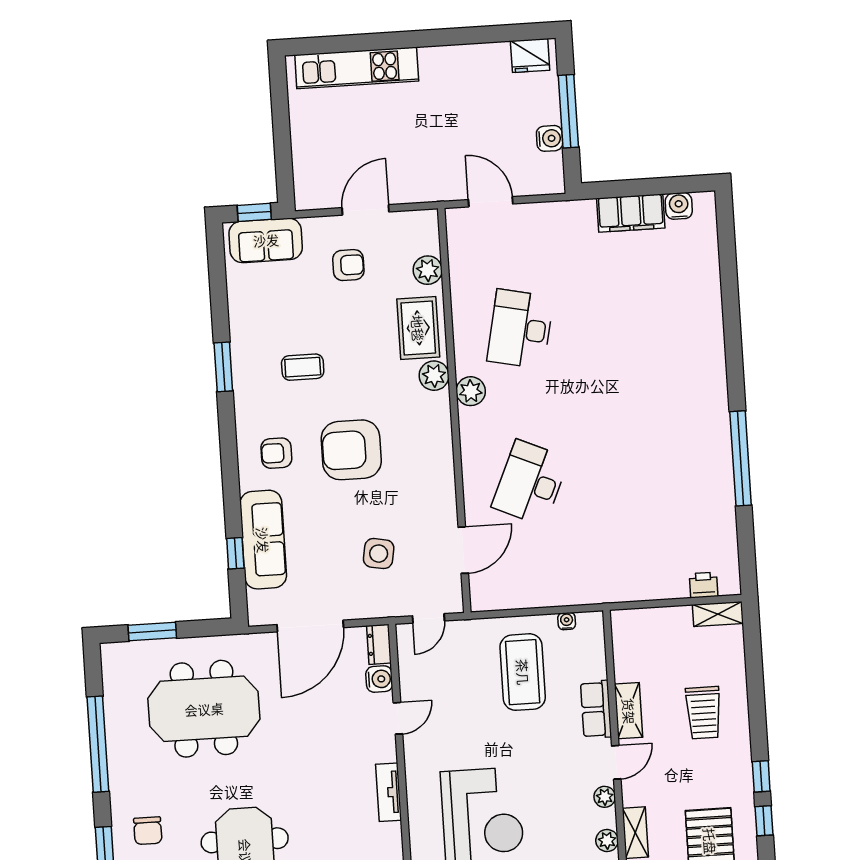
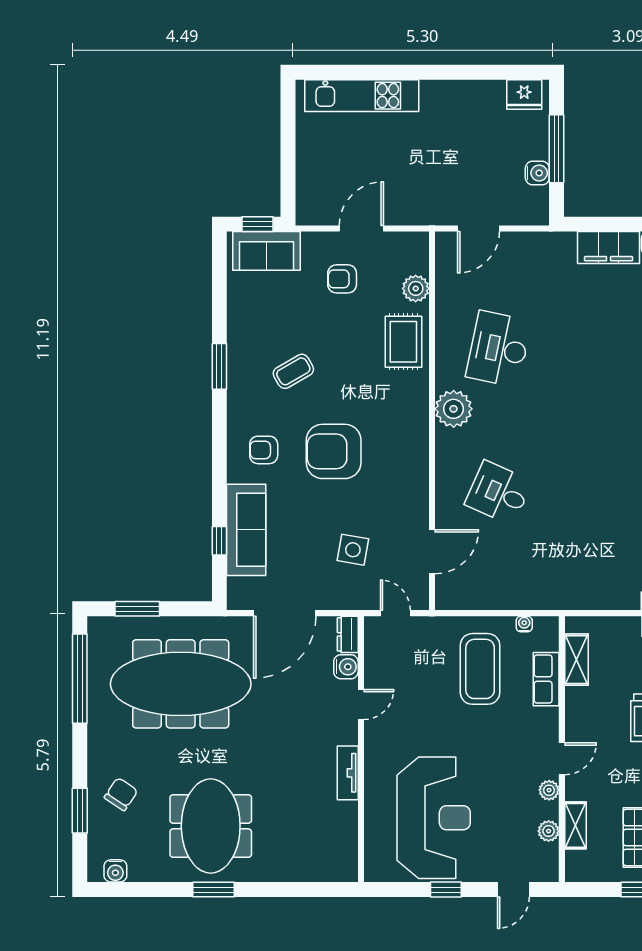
door: (491, 202) -> (479, 229), swing flipped
armchair: (348, 265) -> (342, 279), turned 180
coffee table: (303, 367) -> (293, 371), turned -30
plant: (434, 376) -> (415, 387), removed
plant: (471, 391) -> (454, 409), width x1.36, depth x1.36
desk: (530, 483) -> (499, 493), width x0.73
door: (428, 618) -> (395, 613), swing flipped
meeting table: (204, 709) -> (181, 684), width x1.36
row of seats: (596, 709) -> (546, 679), moved
shelving: (629, 711) -> (576, 660), moved
window: (98, 744) -> (80, 679), moved
chair: (148, 831) -> (121, 794), turned -146

